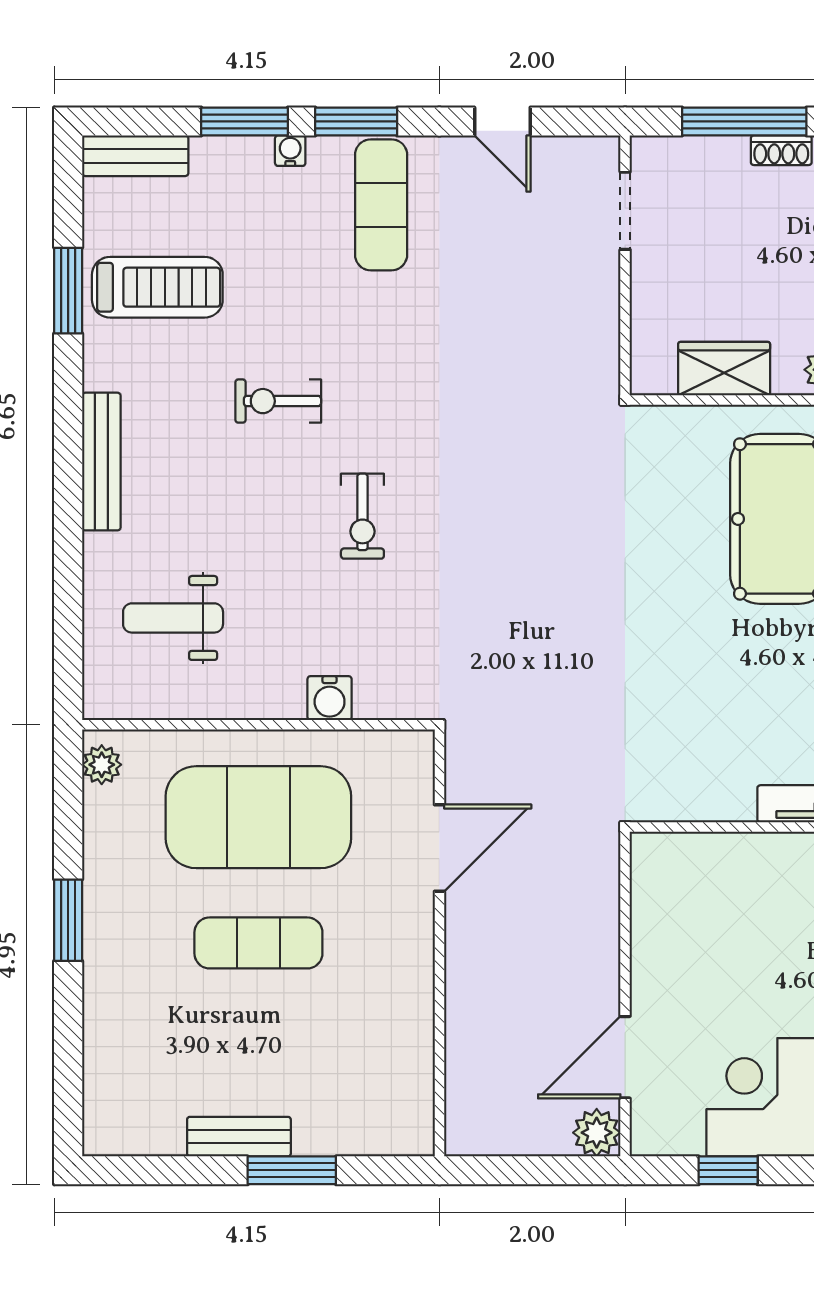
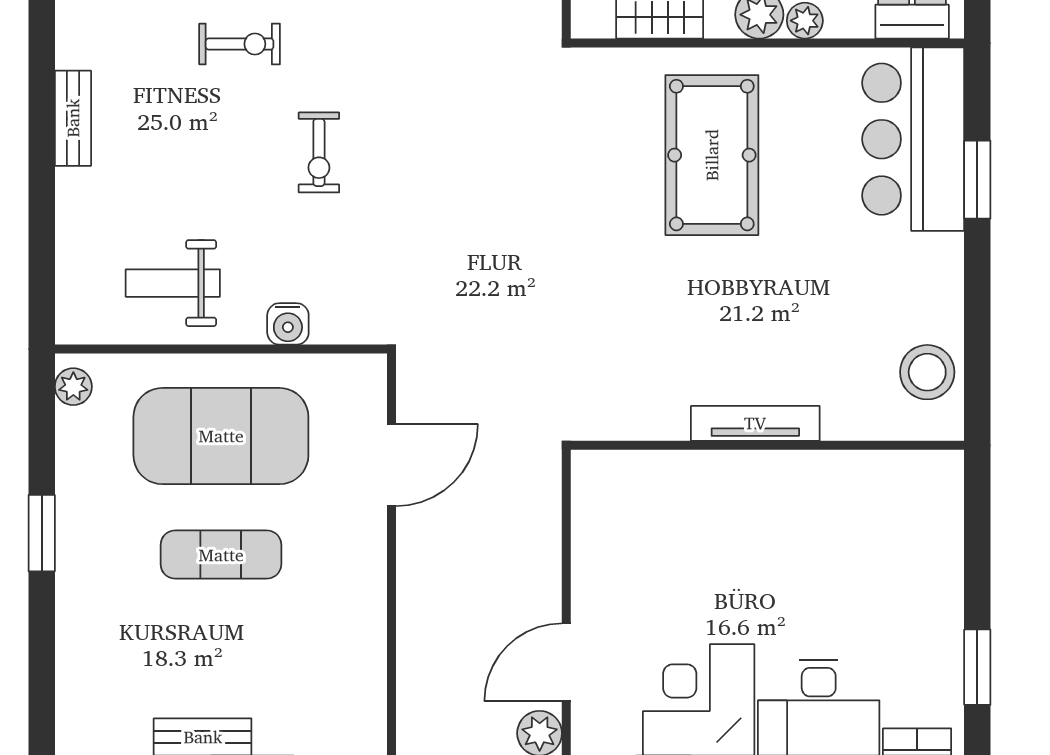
exercise bike: (278, 401) -> (240, 44), turned 180
bench: (101, 462) -> (73, 118), width x0.73
weight bench: (173, 618) -> (173, 283), moved

